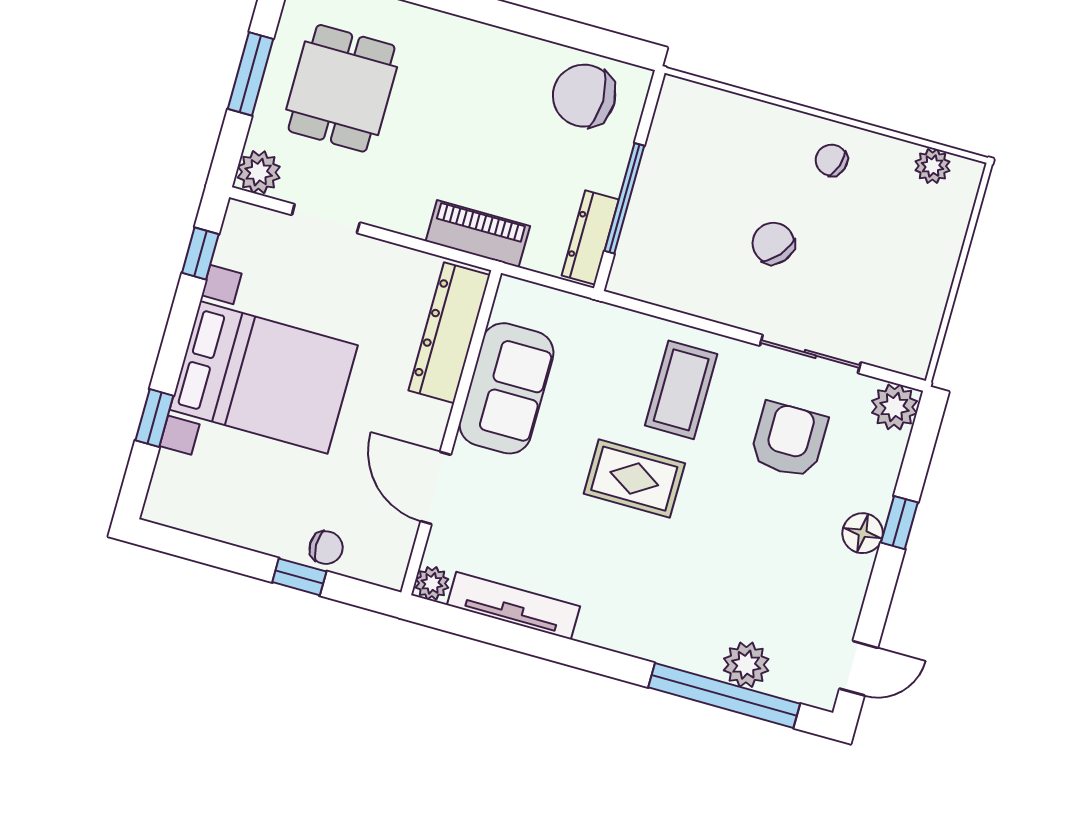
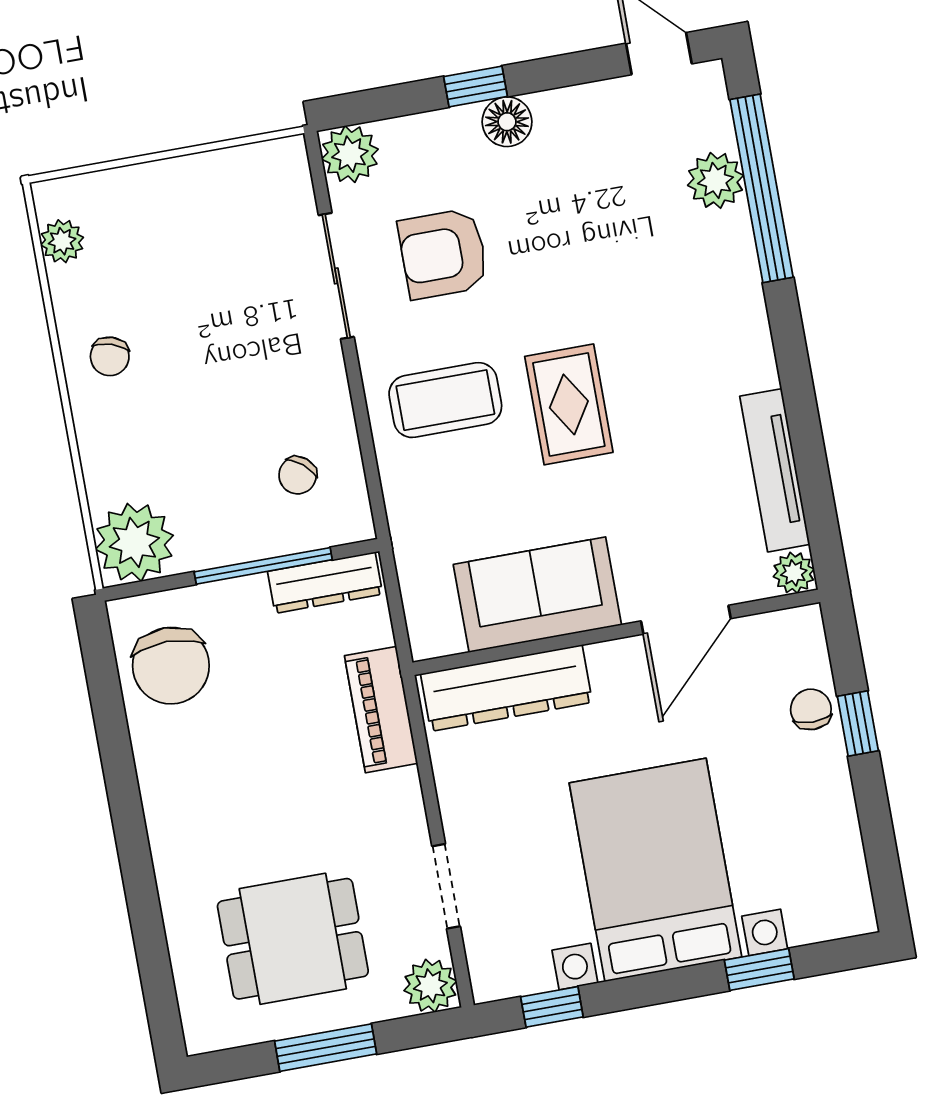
plant: (687, 113) -> (134, 542), added
chair: (773, 243) -> (298, 475), moved, width x0.73, depth x0.73

